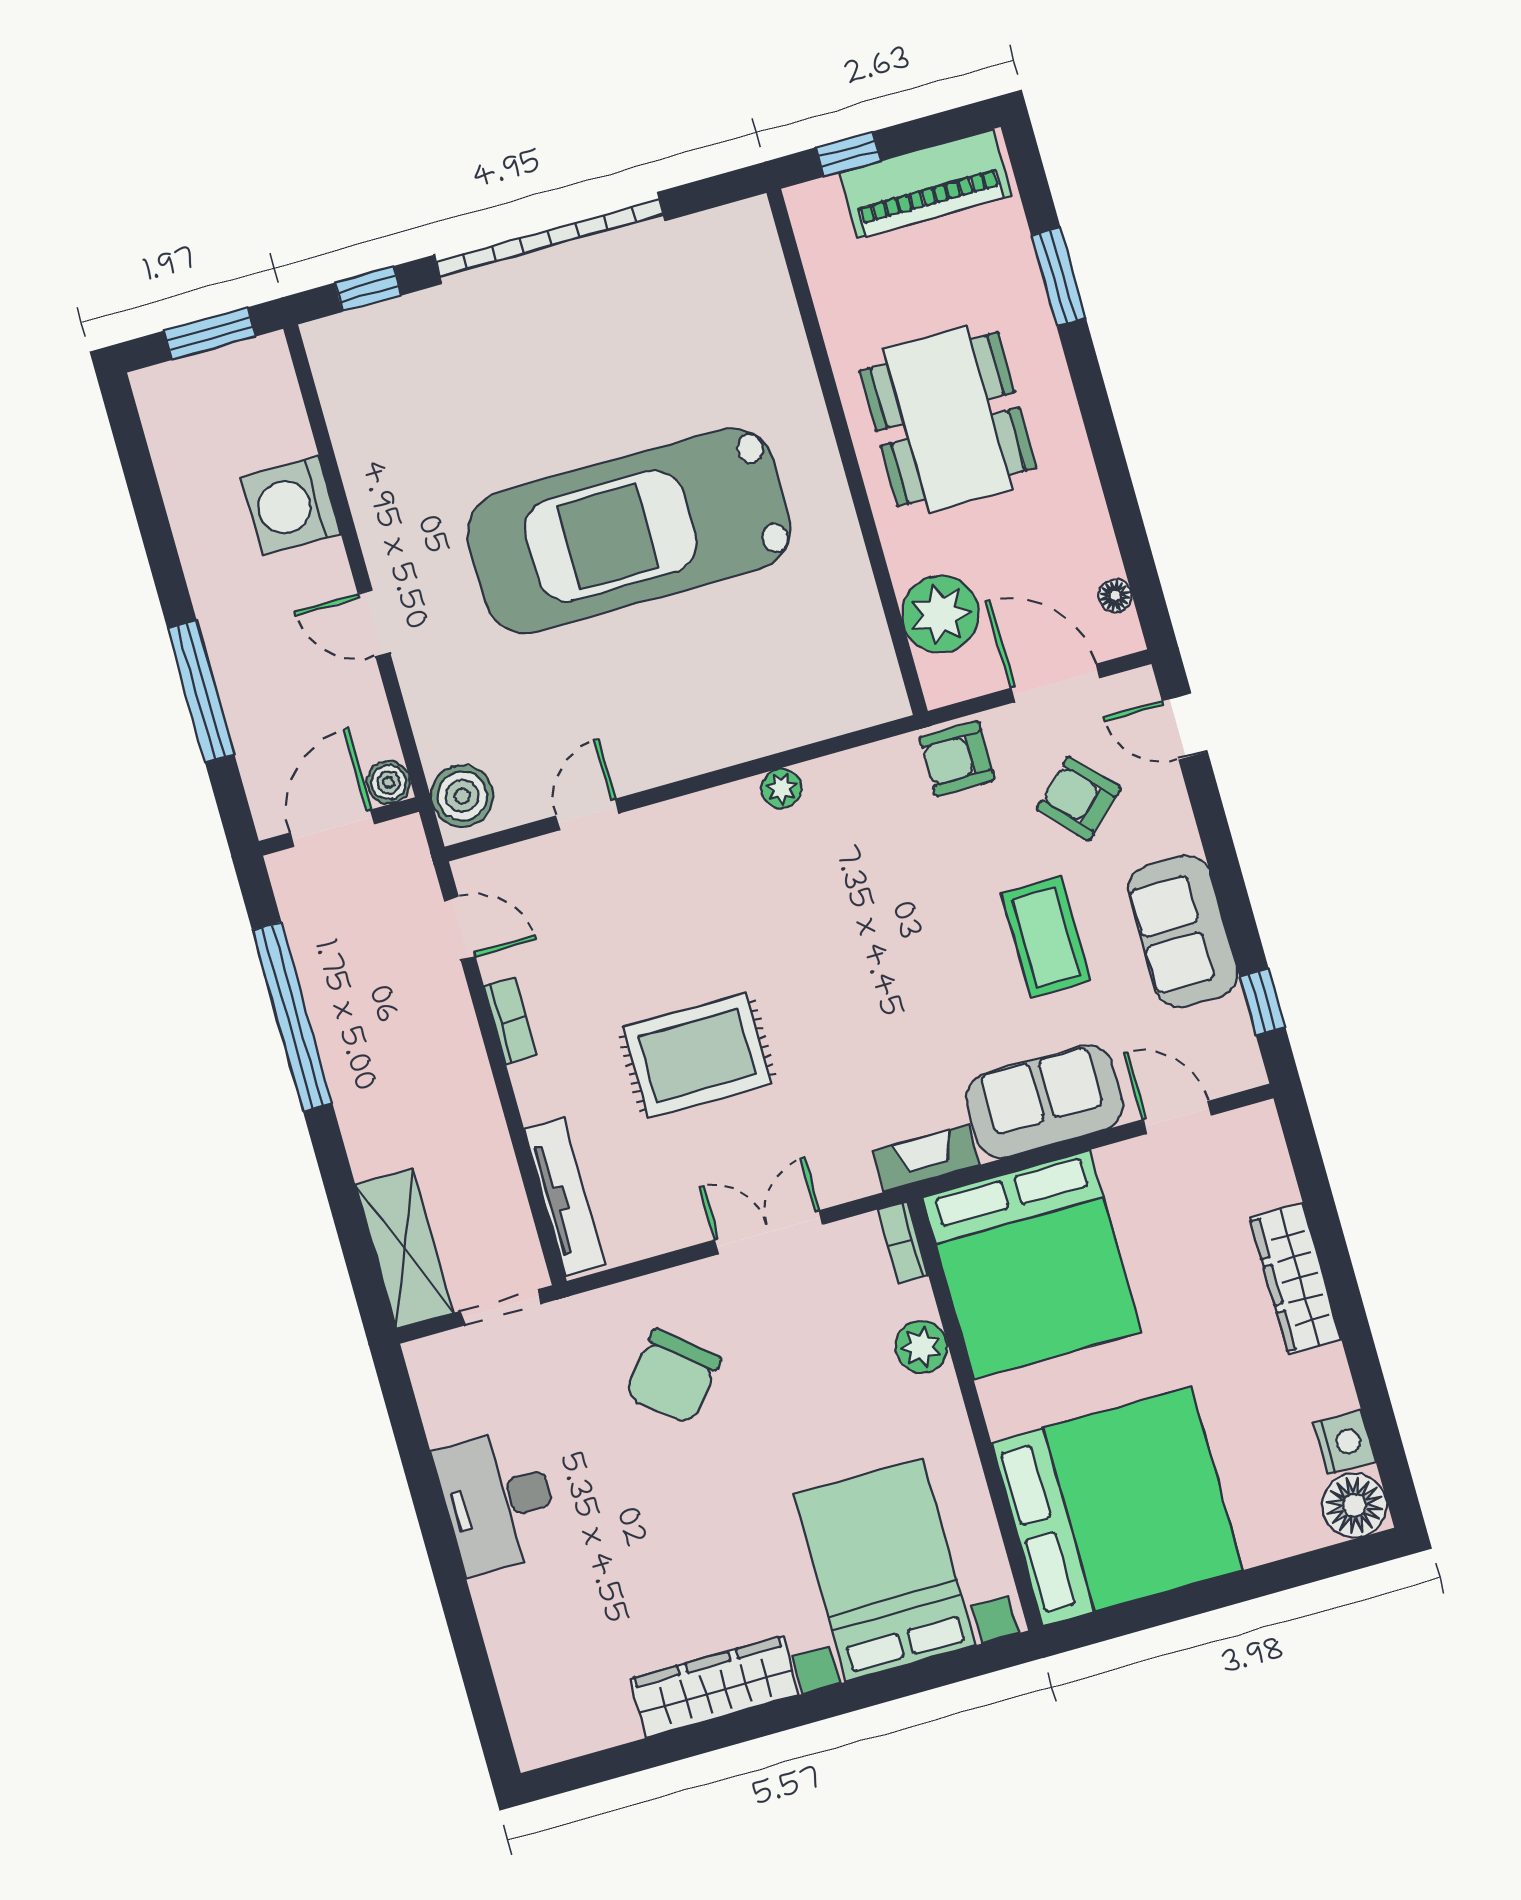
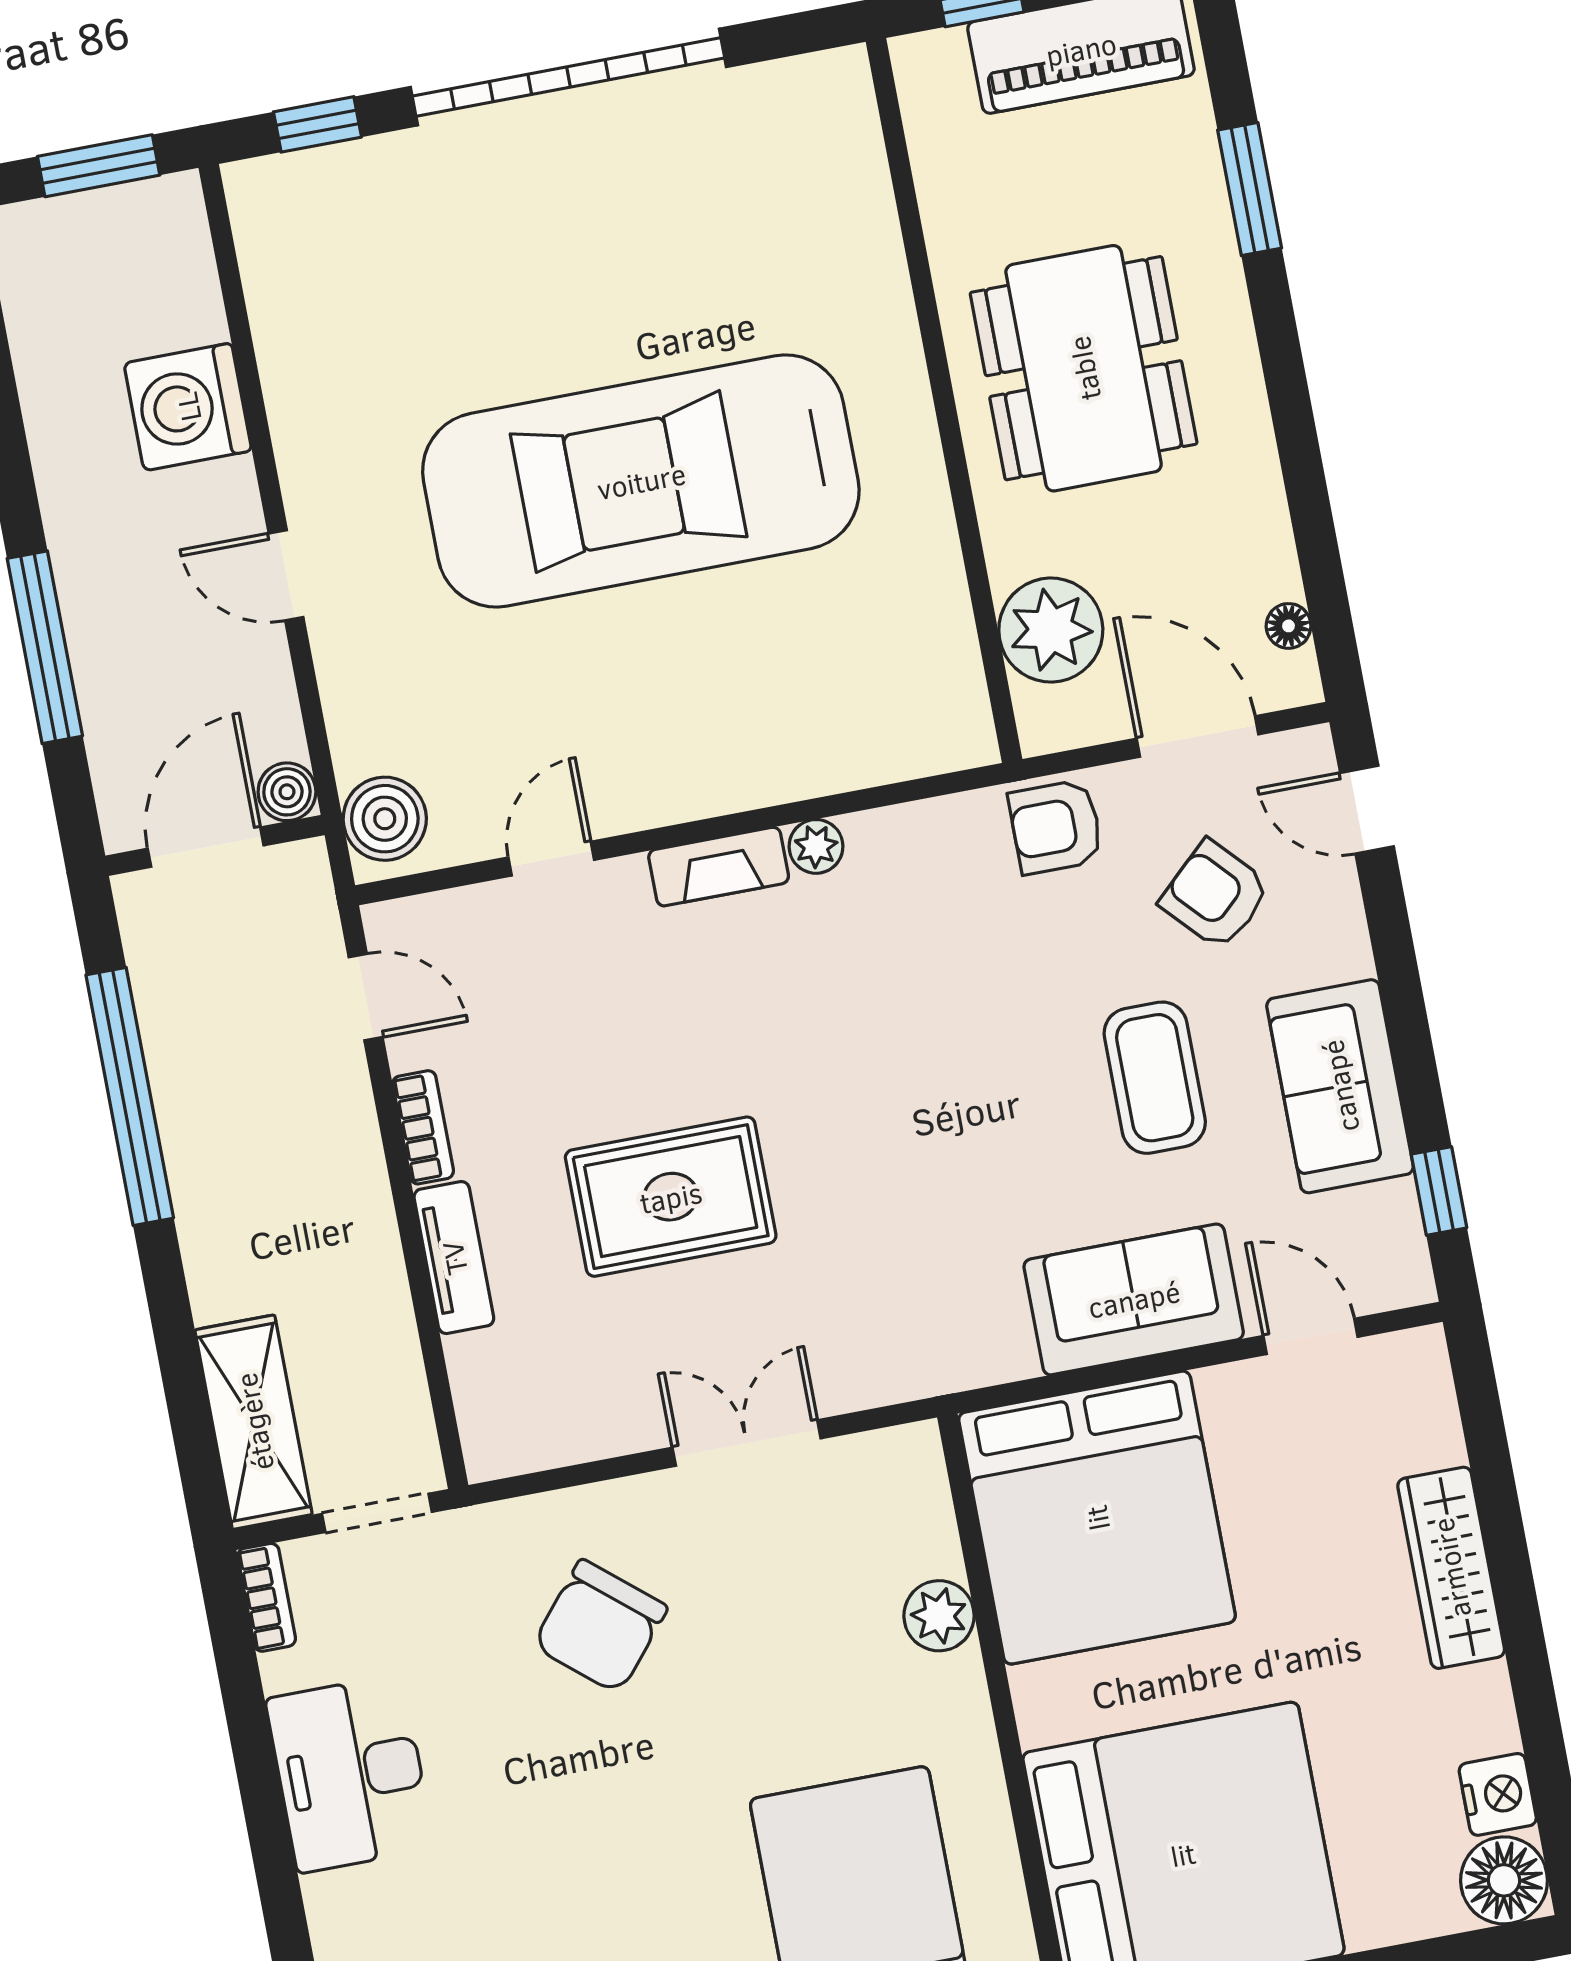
fireplace: (927, 1158) -> (719, 867), moved, turned 180
tv unit: (565, 1197) -> (454, 1258), moved, width x0.71
bookcase: (903, 1242) -> (267, 1597), moved, turned 180

